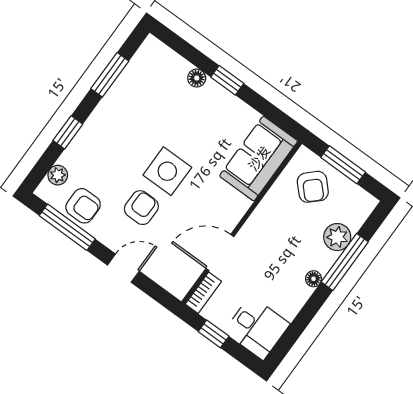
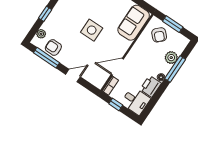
armchair: (83, 206) -> (53, 47), turned 180
armchair: (141, 208) -> (80, 47), removed
printer: (290, 298) -> (151, 86), added

